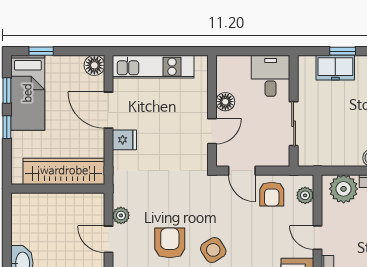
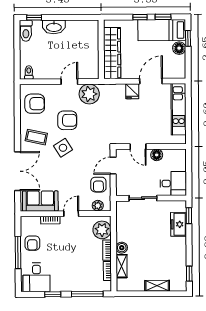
window: (343, 51) -> (189, 216), moved
floor lamp: (94, 65) -> (179, 48), moved
armchair: (272, 194) -> (98, 185), turned -90
plant: (121, 215) -> (89, 94), width x1.87, depth x1.87

